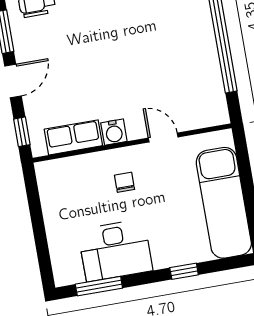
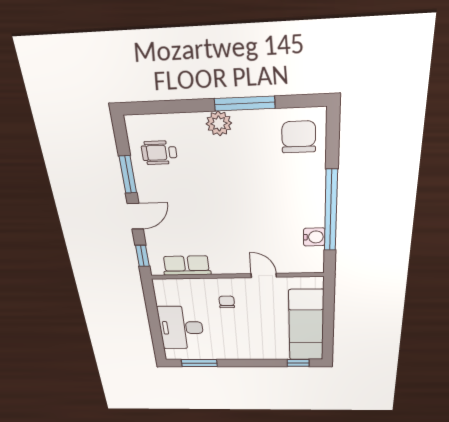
water cooler: (114, 132) -> (314, 237), moved, turned -90
desk: (115, 250) -> (181, 328), moved, turned 90
window: (184, 271) -> (298, 363), moved

